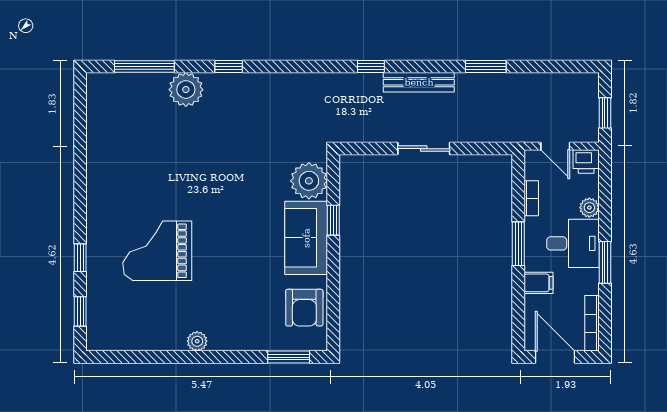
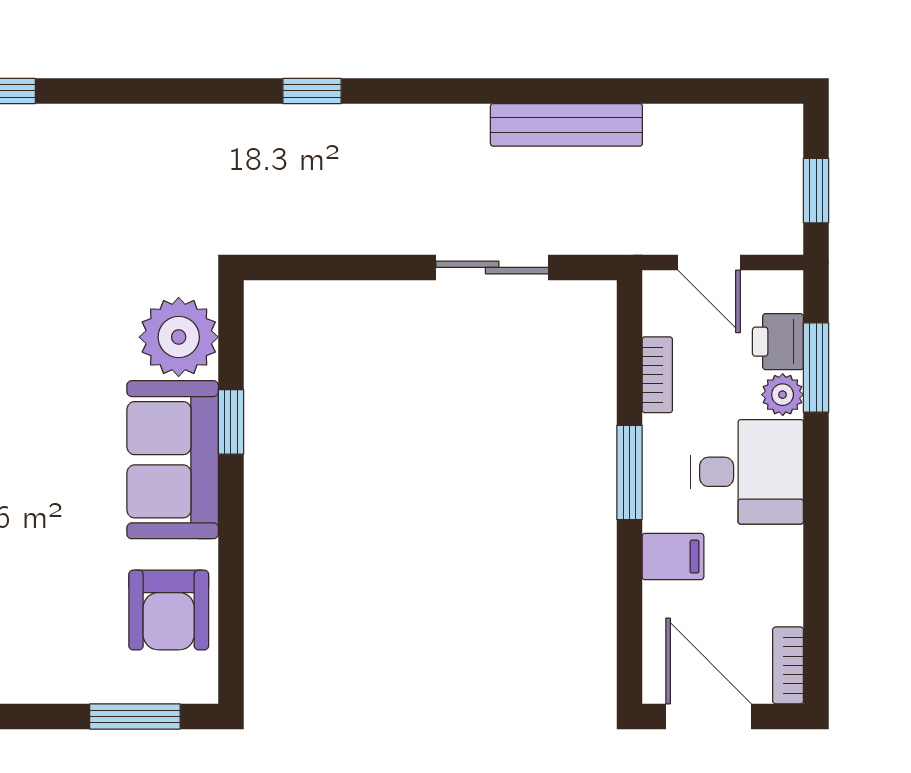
window: (486, 67) -> (559, 91), removed
bench: (419, 82) -> (566, 125), moved
sliding door: (424, 149) -> (492, 267), moved
printer: (586, 162) -> (778, 342), moved, turned 90
window: (605, 262) -> (816, 368), moved
bookcase: (592, 323) -> (788, 665), width x0.64

